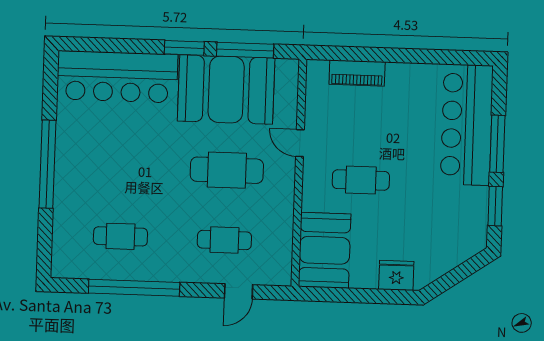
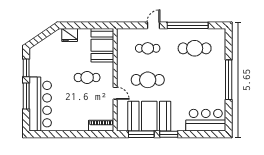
piano: (357, 73) -> (101, 126), moved
bar counter: (117, 77) -> (206, 120), width x0.73
cafe table: (120, 236) -> (195, 48), width x1.37, depth x1.35
door: (238, 291) -> (153, 25), moved

